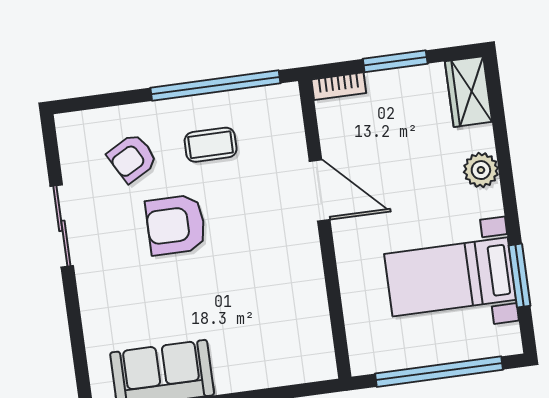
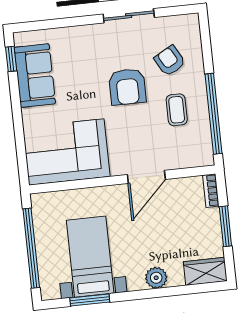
armchair: (176, 225) -> (127, 87), turned 180
corner sofa: (283, 320) -> (66, 152), added

